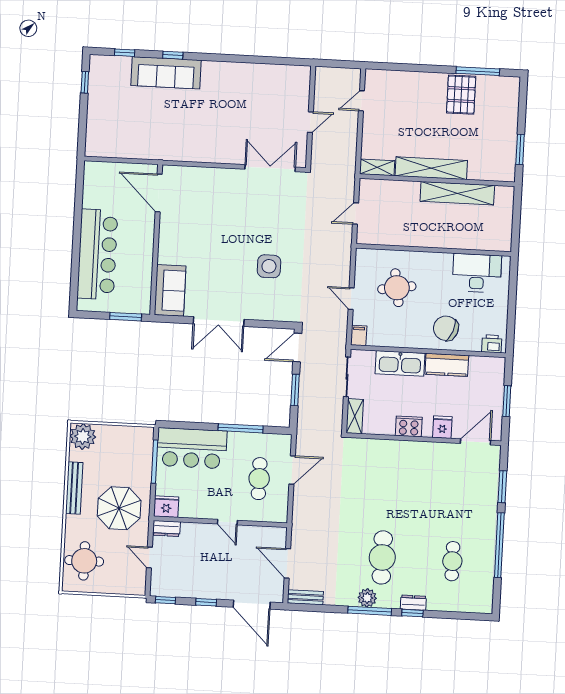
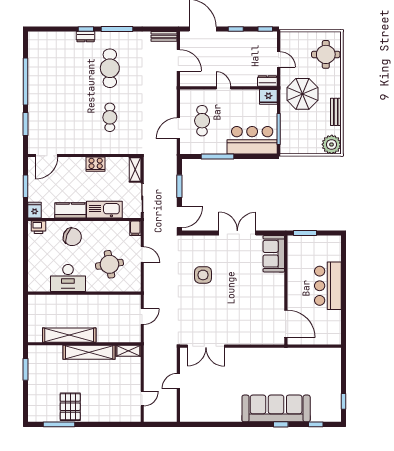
sofa: (166, 73) -> (276, 408), width x1.36, depth x1.27
bar counter: (97, 254) -> (328, 286), width x0.73
desk: (477, 273) -> (68, 278), moved
fridge: (442, 427) -> (35, 210), moved, turned 180
bench: (74, 488) -> (336, 112), width x0.73
cafe table: (452, 561) -> (110, 117), moved
plant: (367, 598) -> (119, 38), removed

